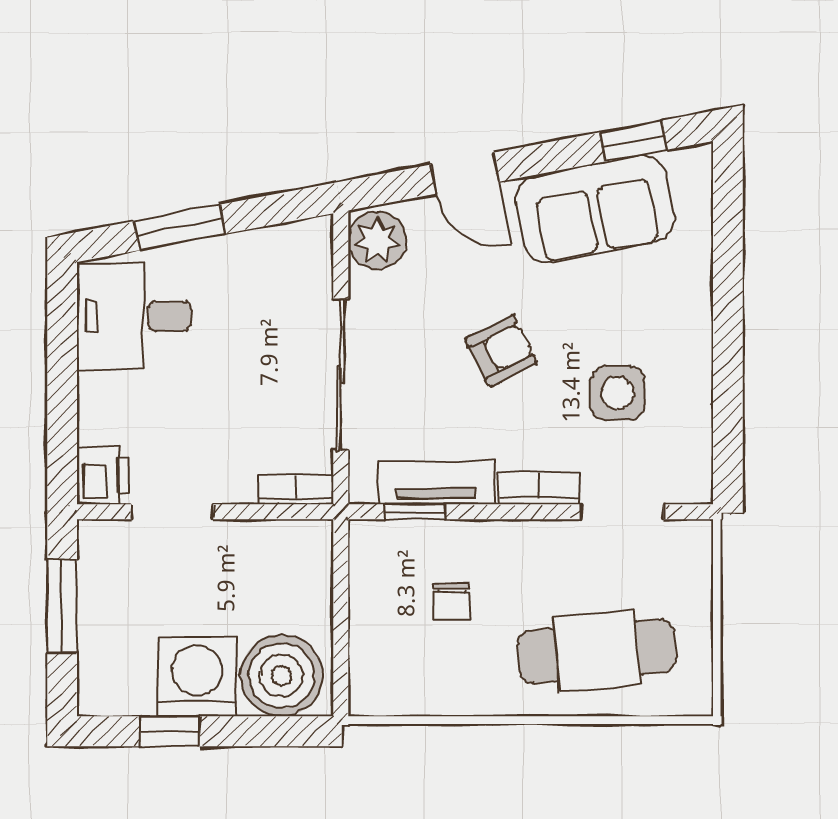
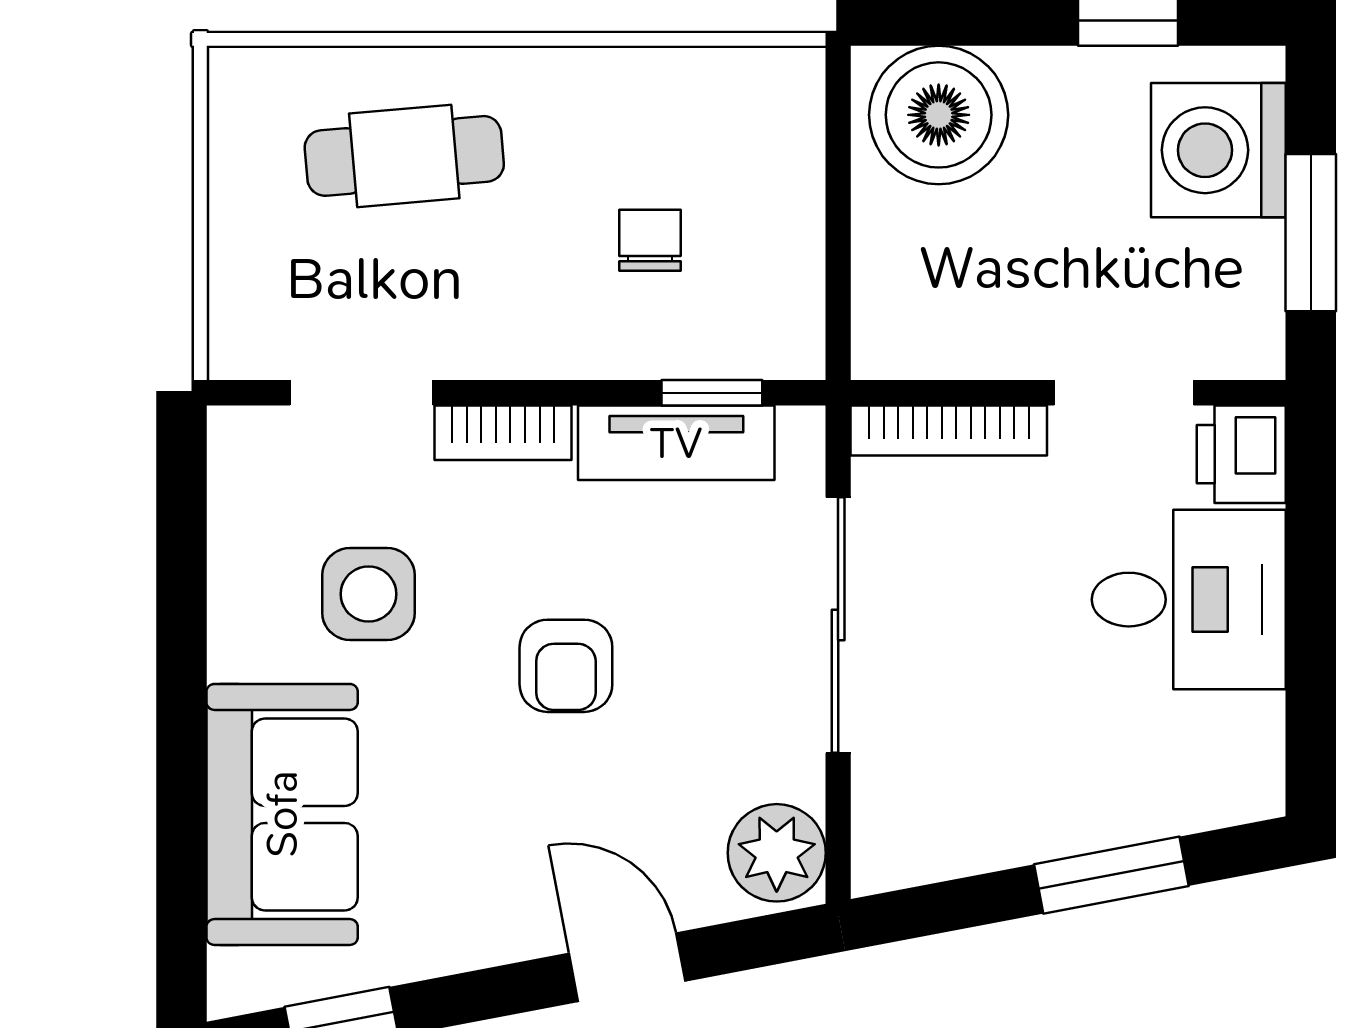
sofa: (595, 209) -> (282, 814), moved, turned 101
desk: (134, 316) -> (1189, 600), moved
armchair: (501, 351) -> (566, 666), turned -63
bookcase: (296, 490) -> (949, 430), width x1.56
cafe table: (597, 651) -> (404, 156), width x0.73, depth x0.74
washing machine: (197, 677) -> (1218, 150), moved, turned 90

